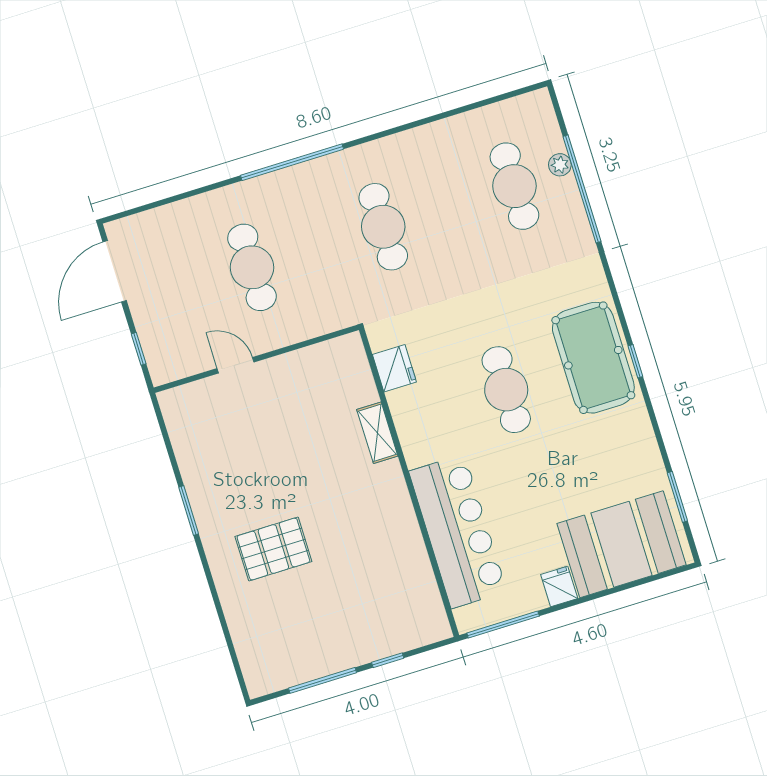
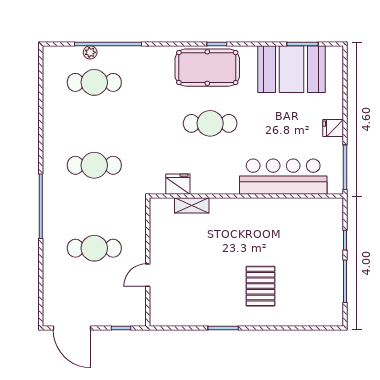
shelving: (377, 433) -> (192, 205), moved
booth: (621, 544) -> (291, 69), moved, turned 90

